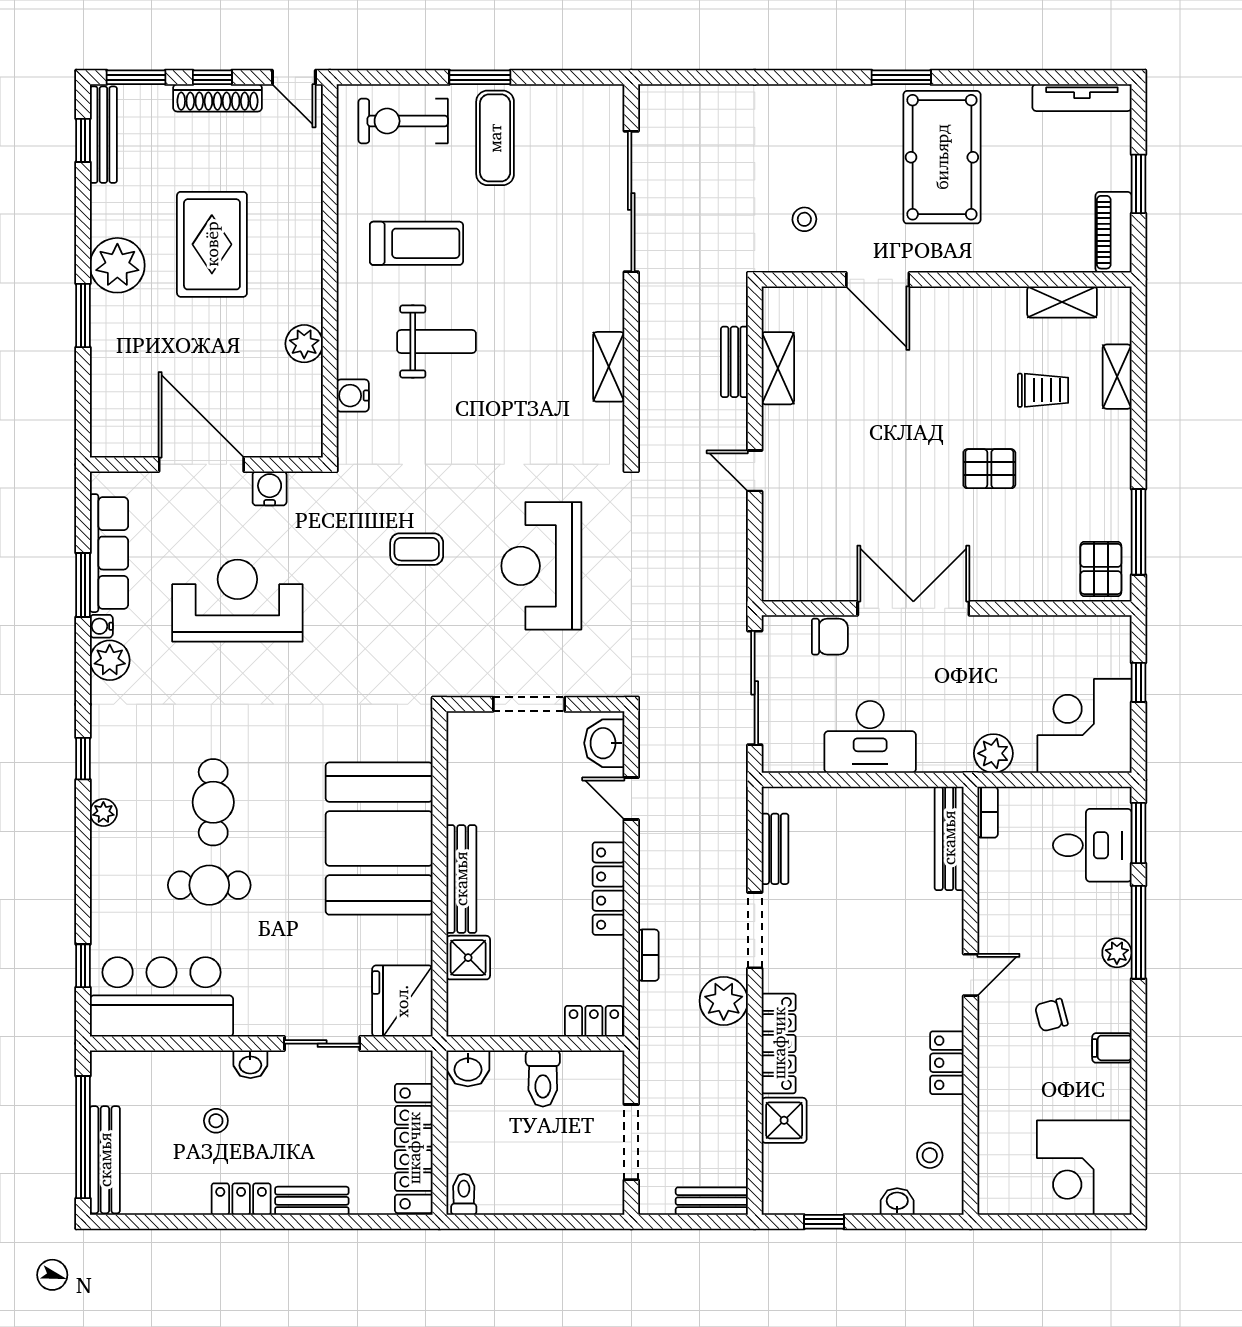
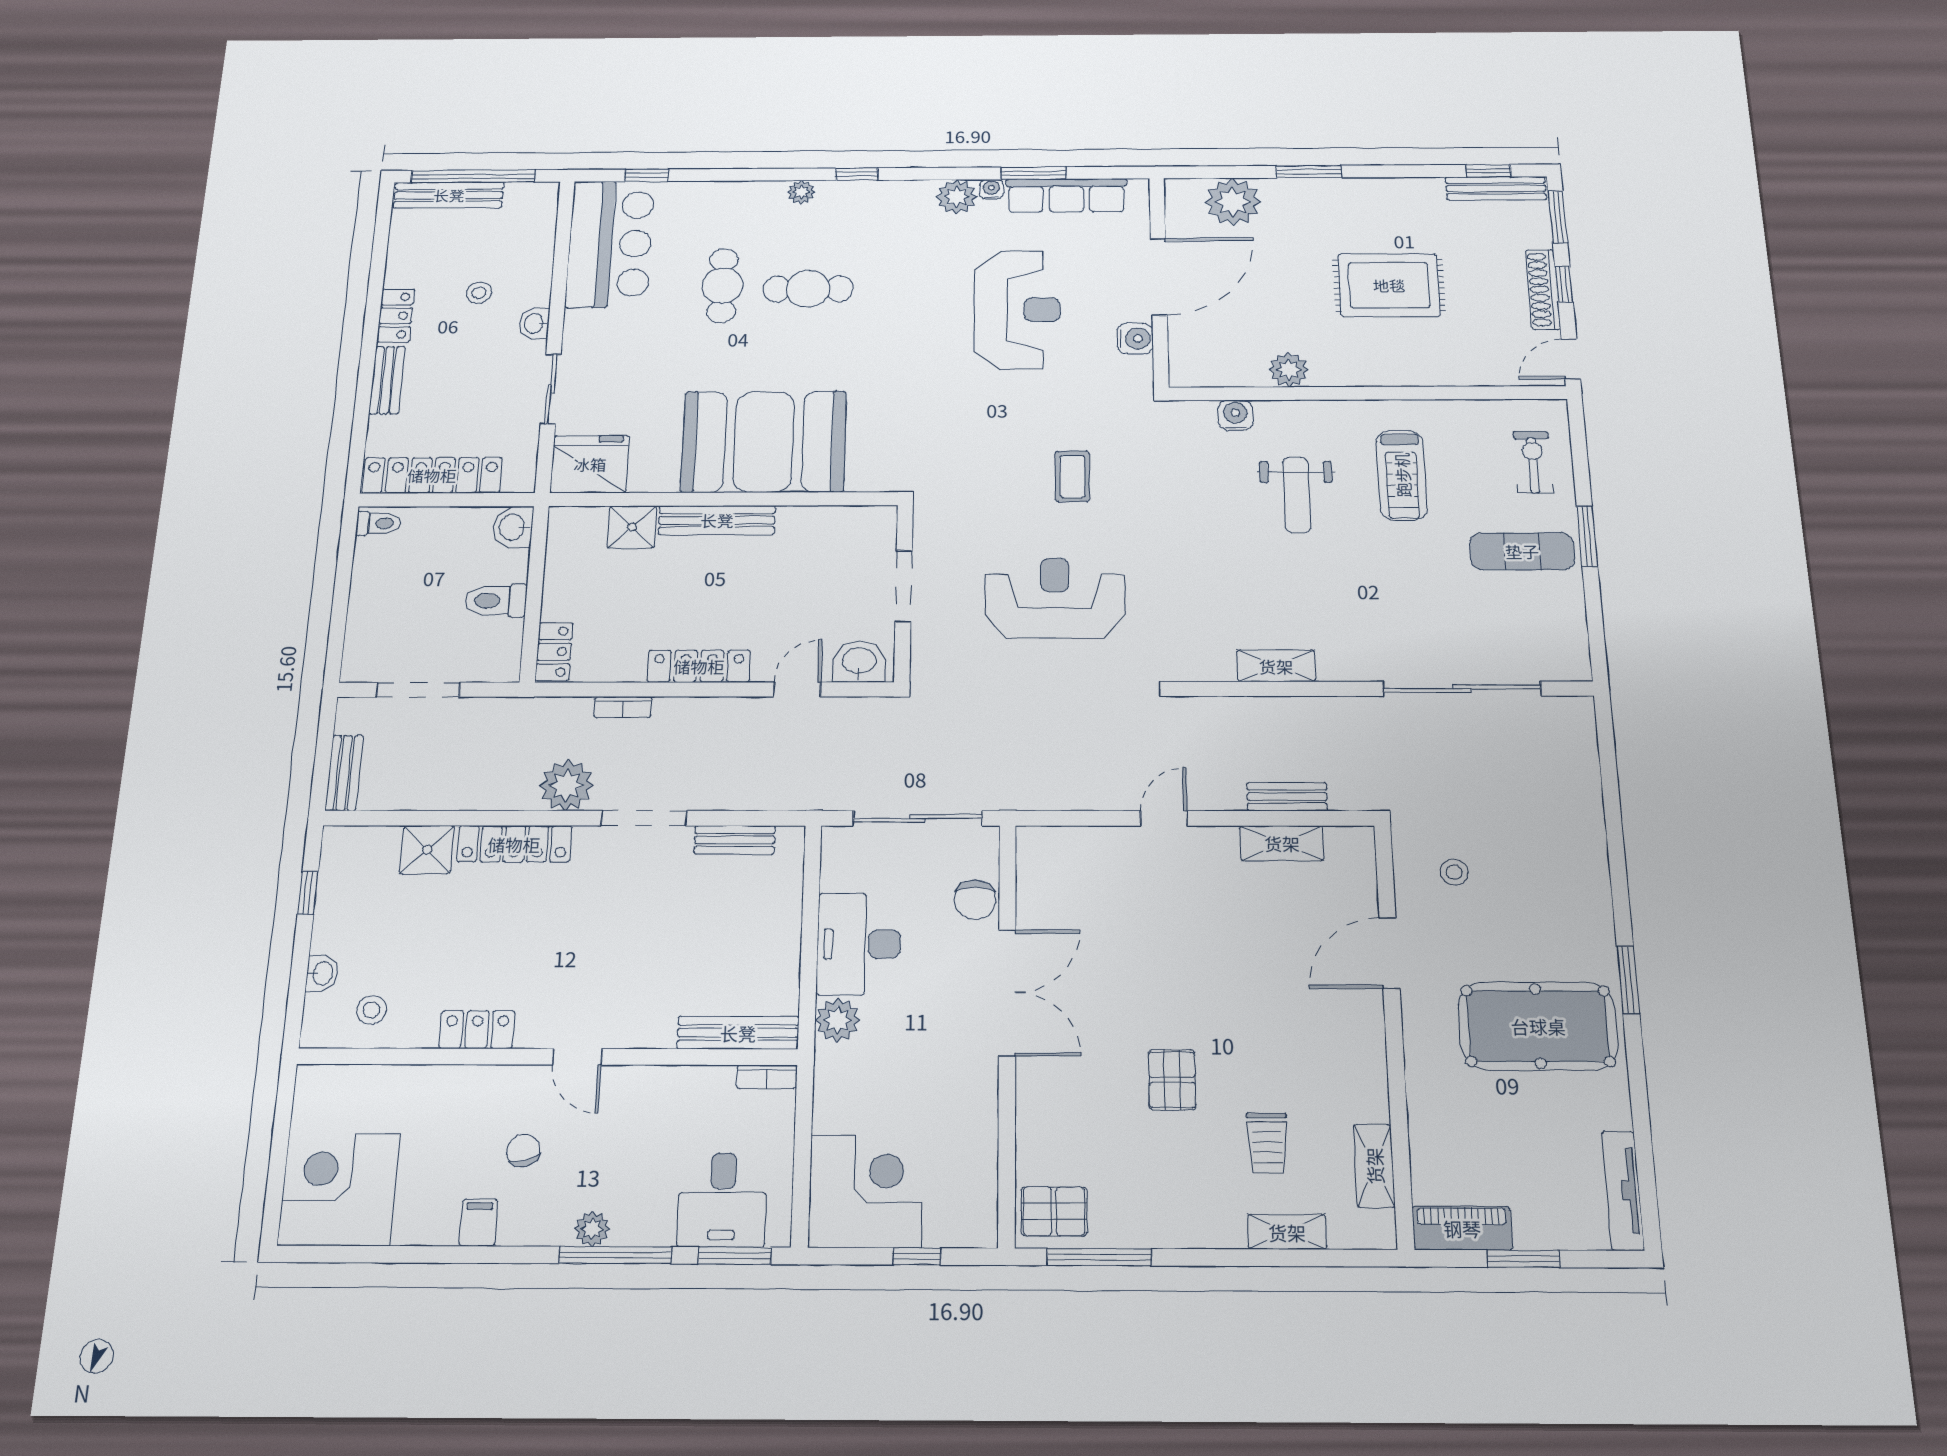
exercise bike: (403, 121) -> (1533, 462), width x0.73, depth x0.72
plant: (117, 265) -> (1233, 202), moved
plant: (993, 753) -> (838, 1020), moved

